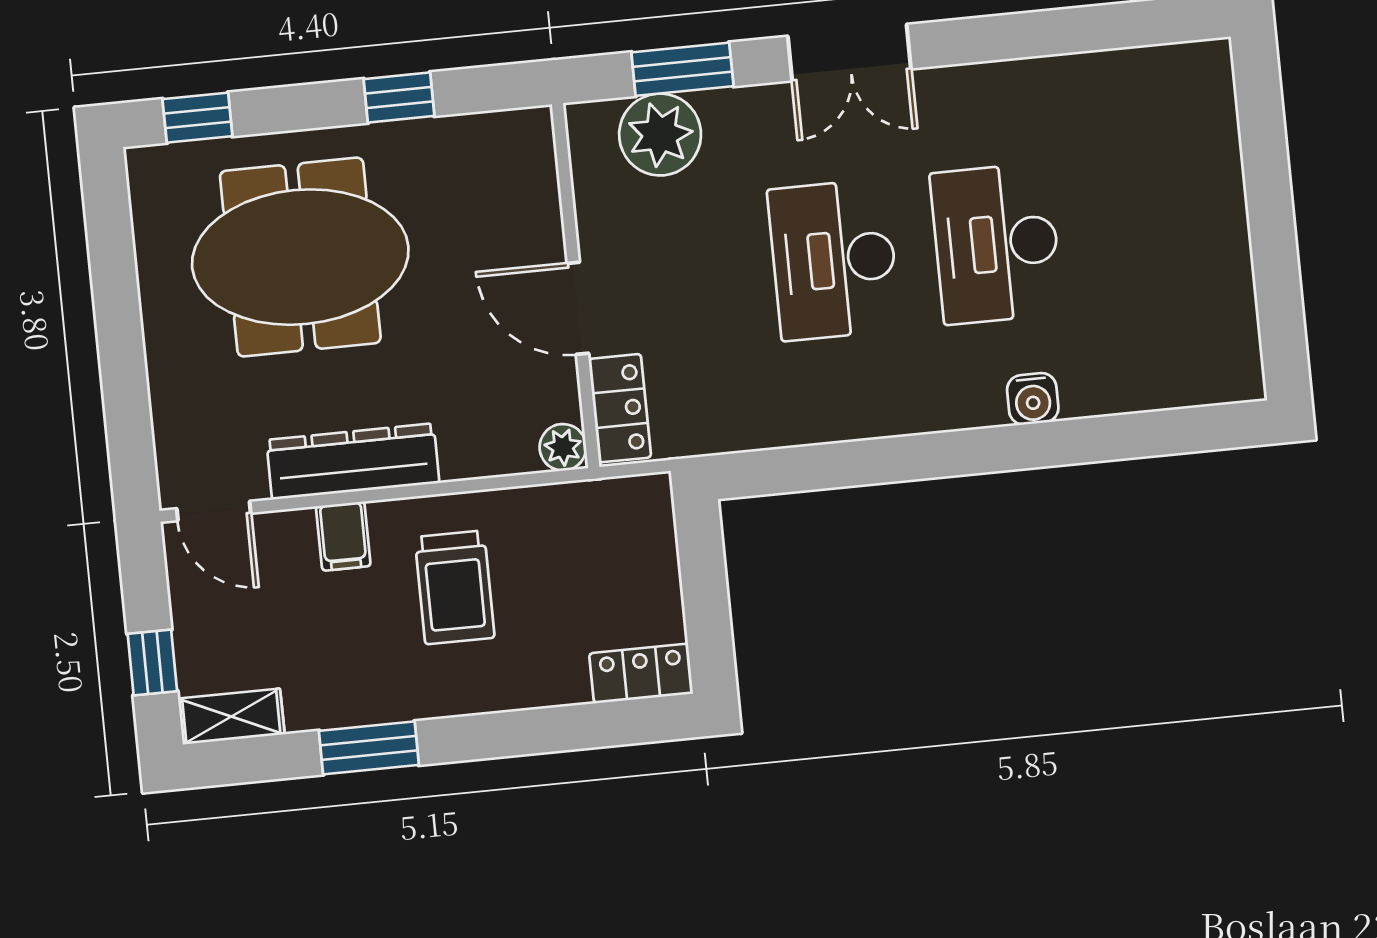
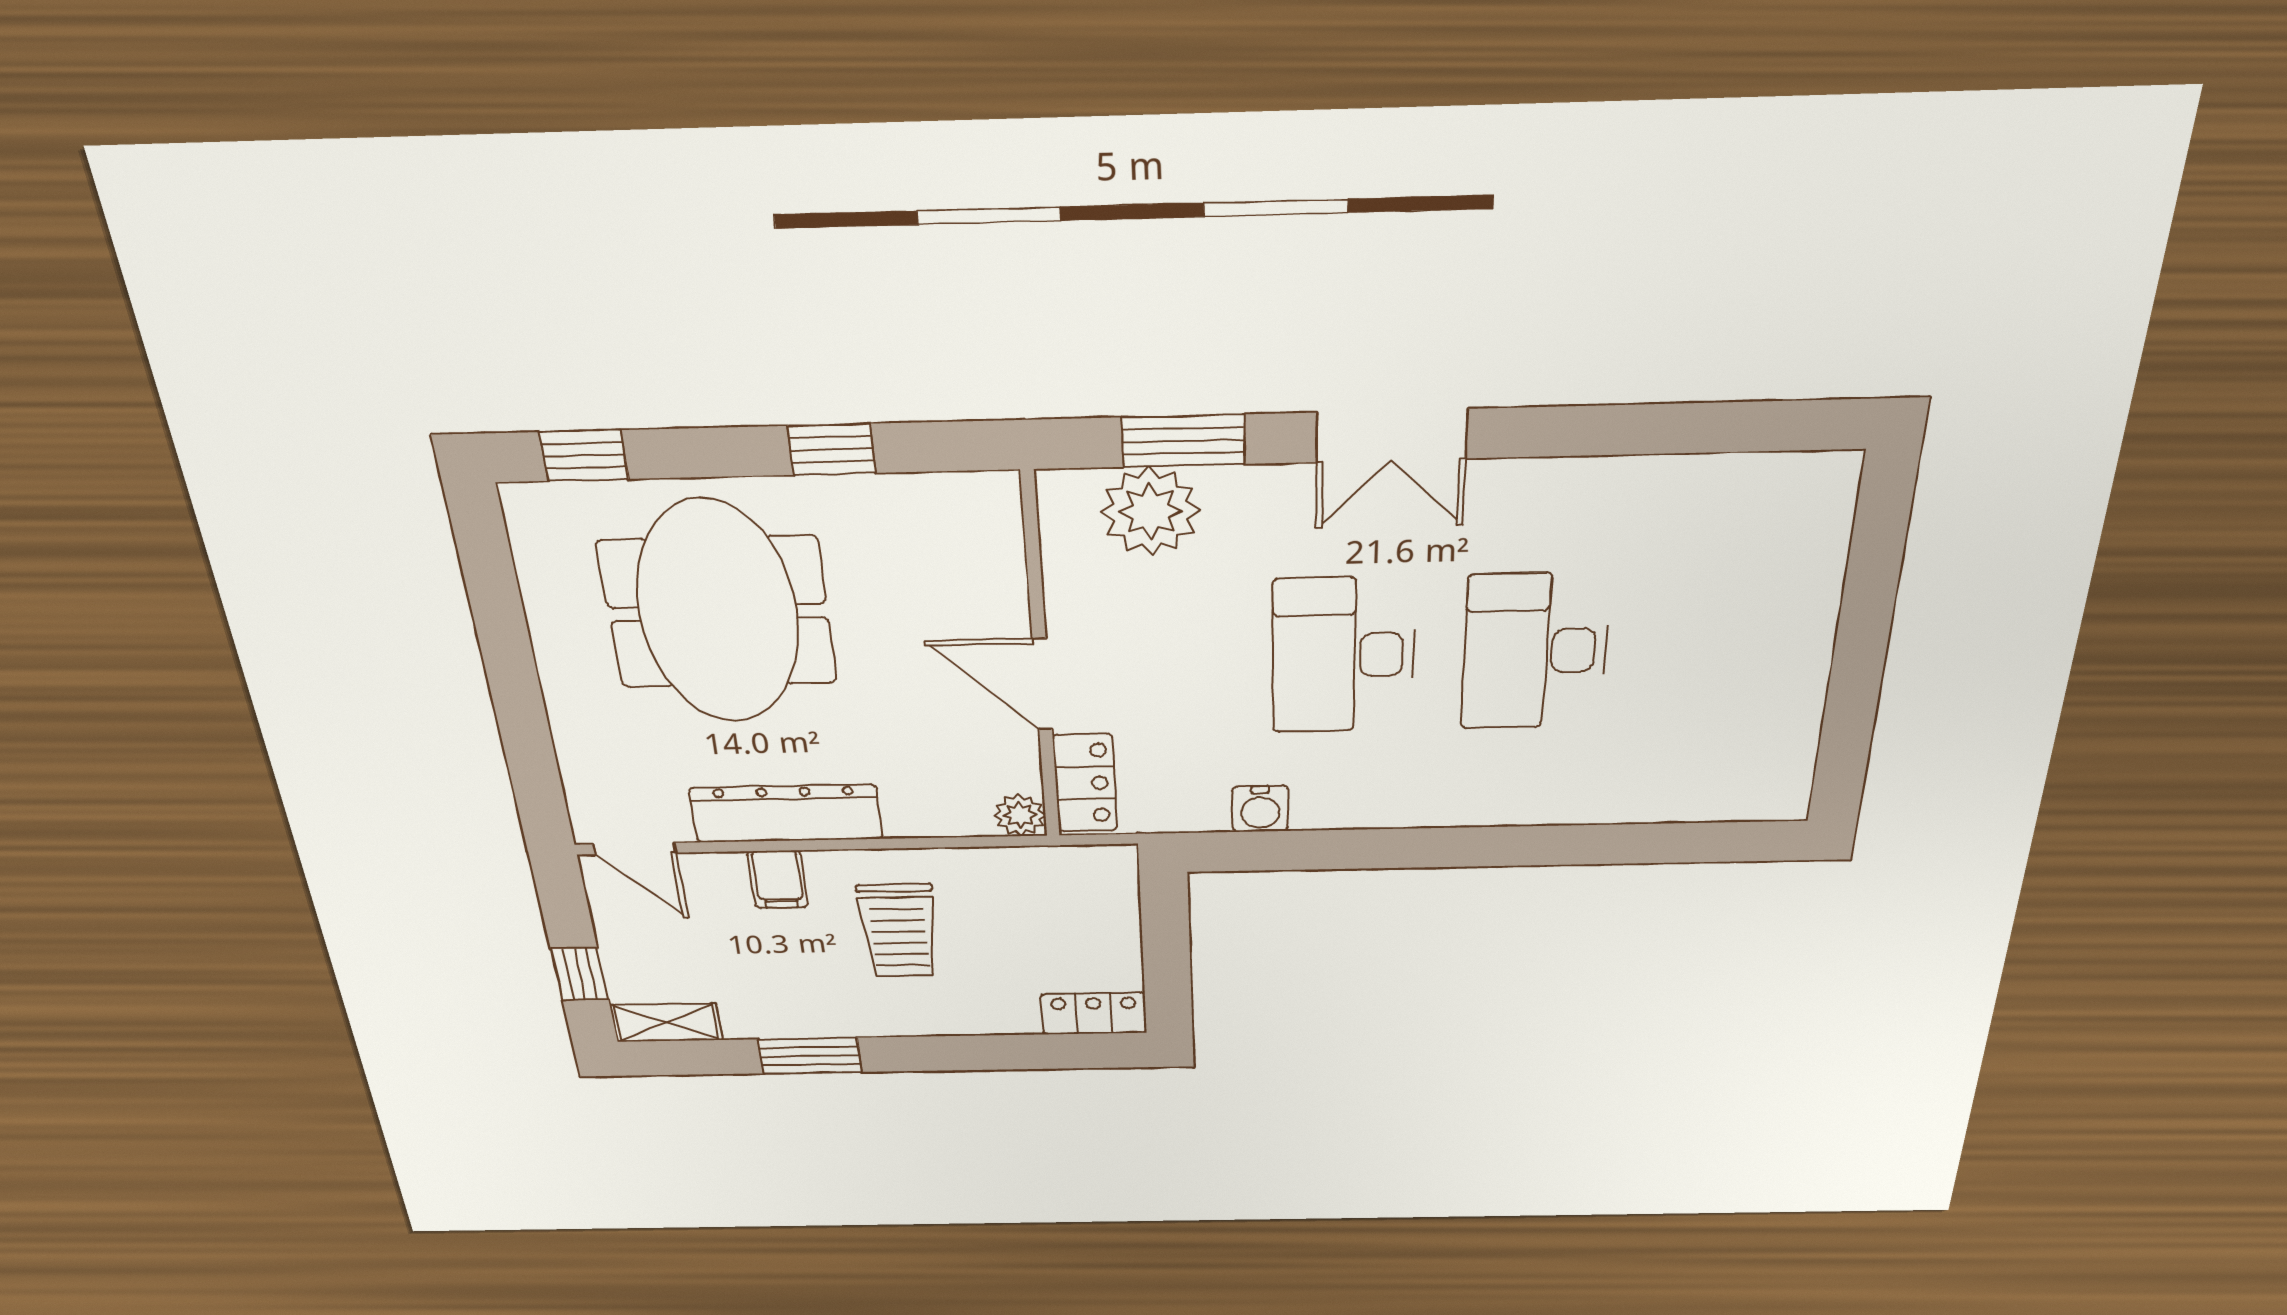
meeting table: (300, 257) -> (718, 613), turned 90
water cooler: (1033, 399) -> (1260, 809), moved

